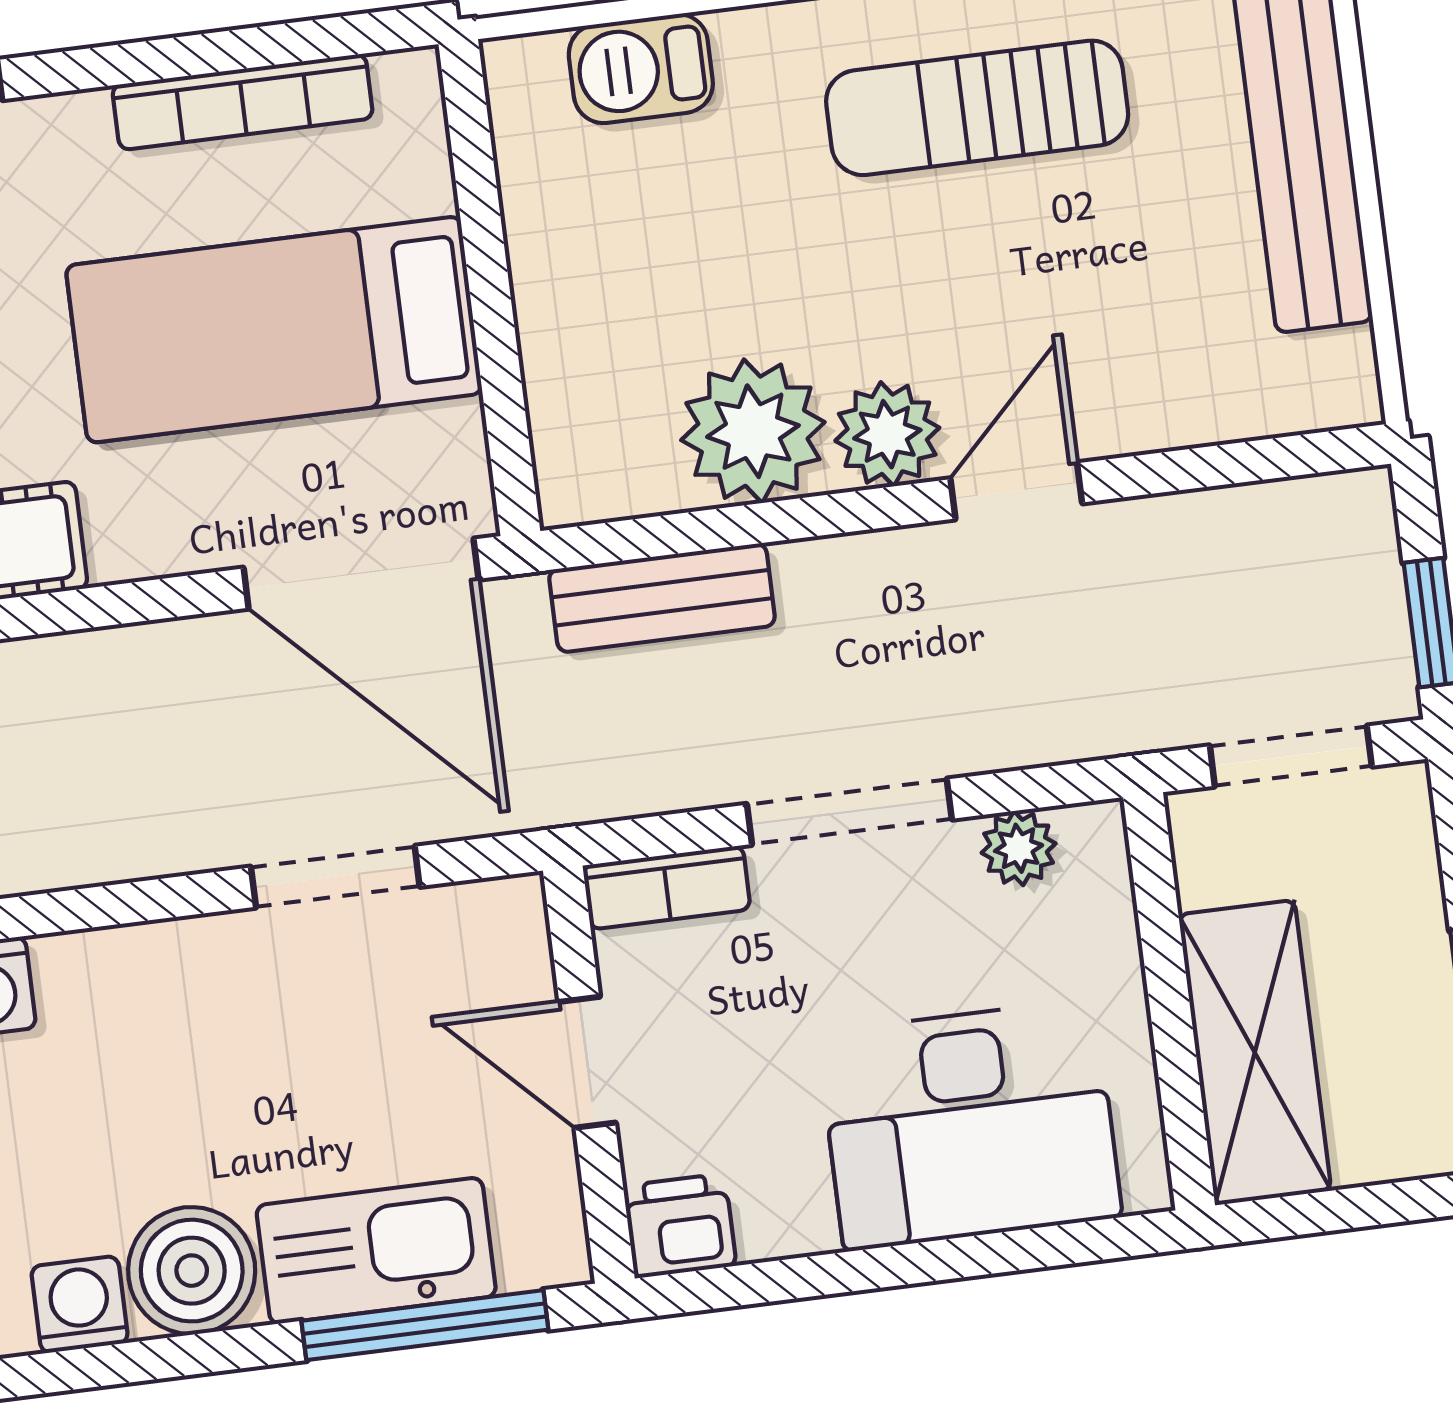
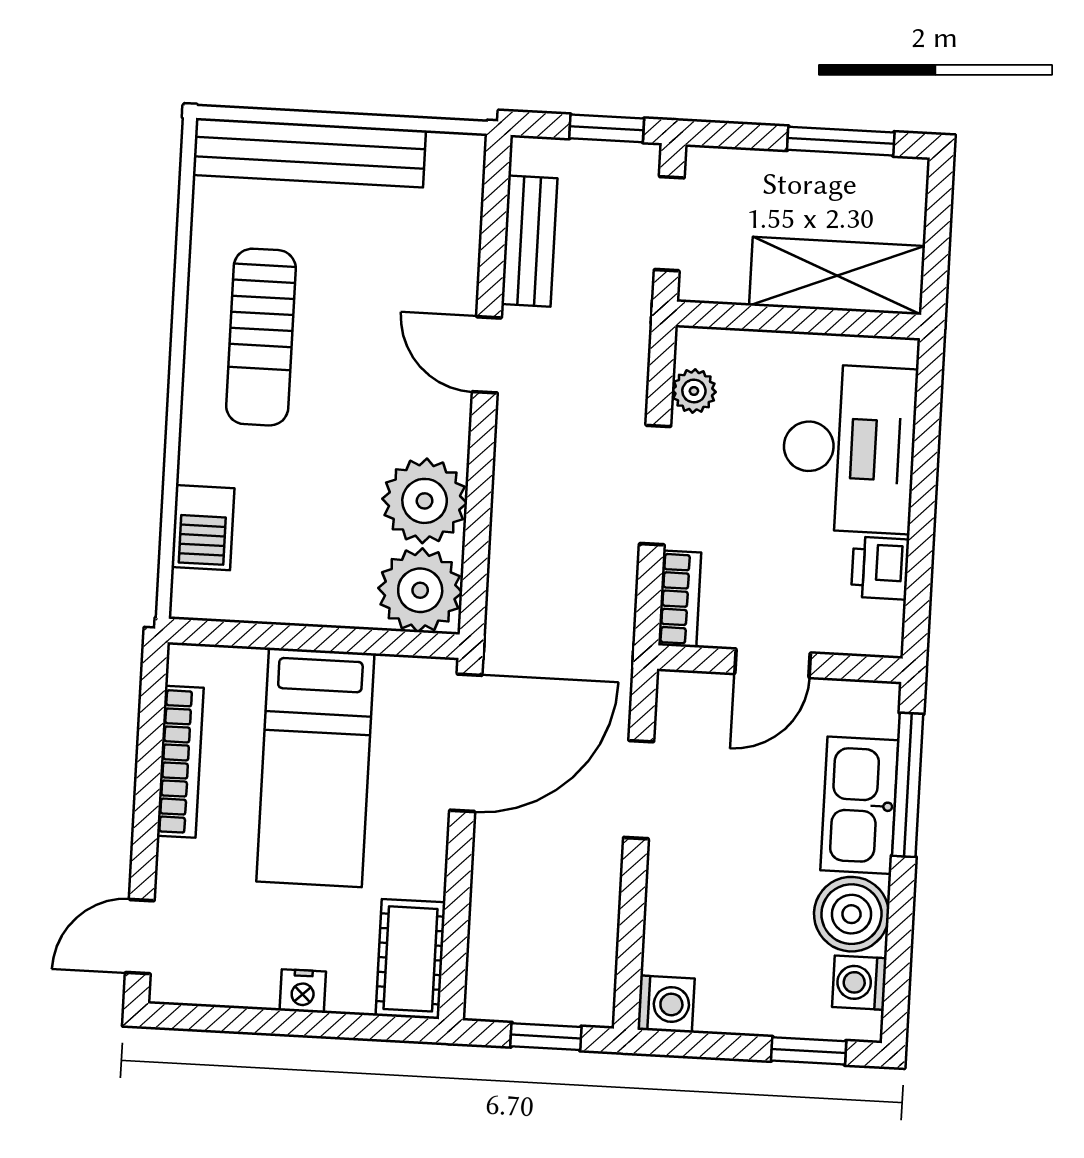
plant: (887, 434) -> (420, 590), moved, width x1.36, depth x1.36
bench: (662, 598) -> (529, 241), moved
printer: (680, 1226) -> (880, 568), moved

